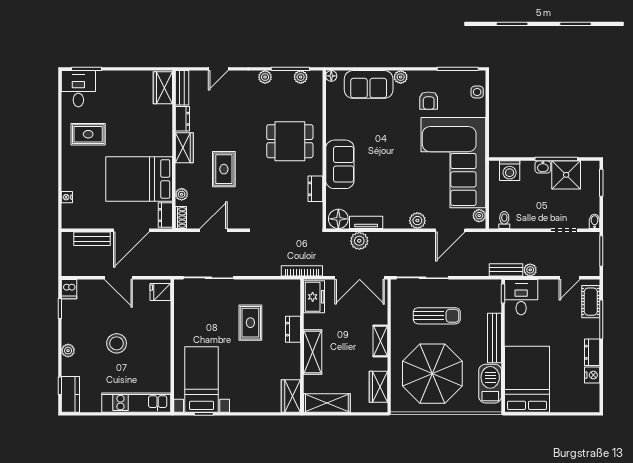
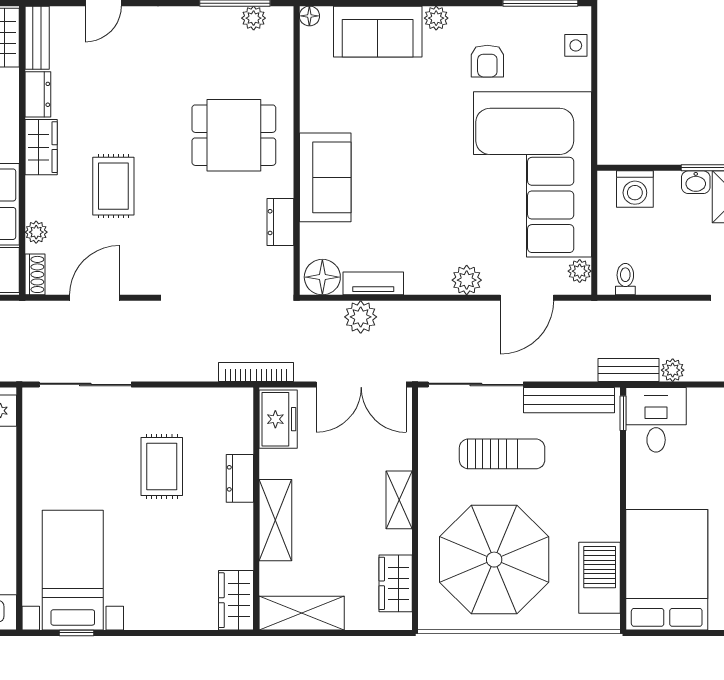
plant: (265, 77) -> (189, 18), removed
bench: (495, 338) -> (569, 400), moved, turned 90

